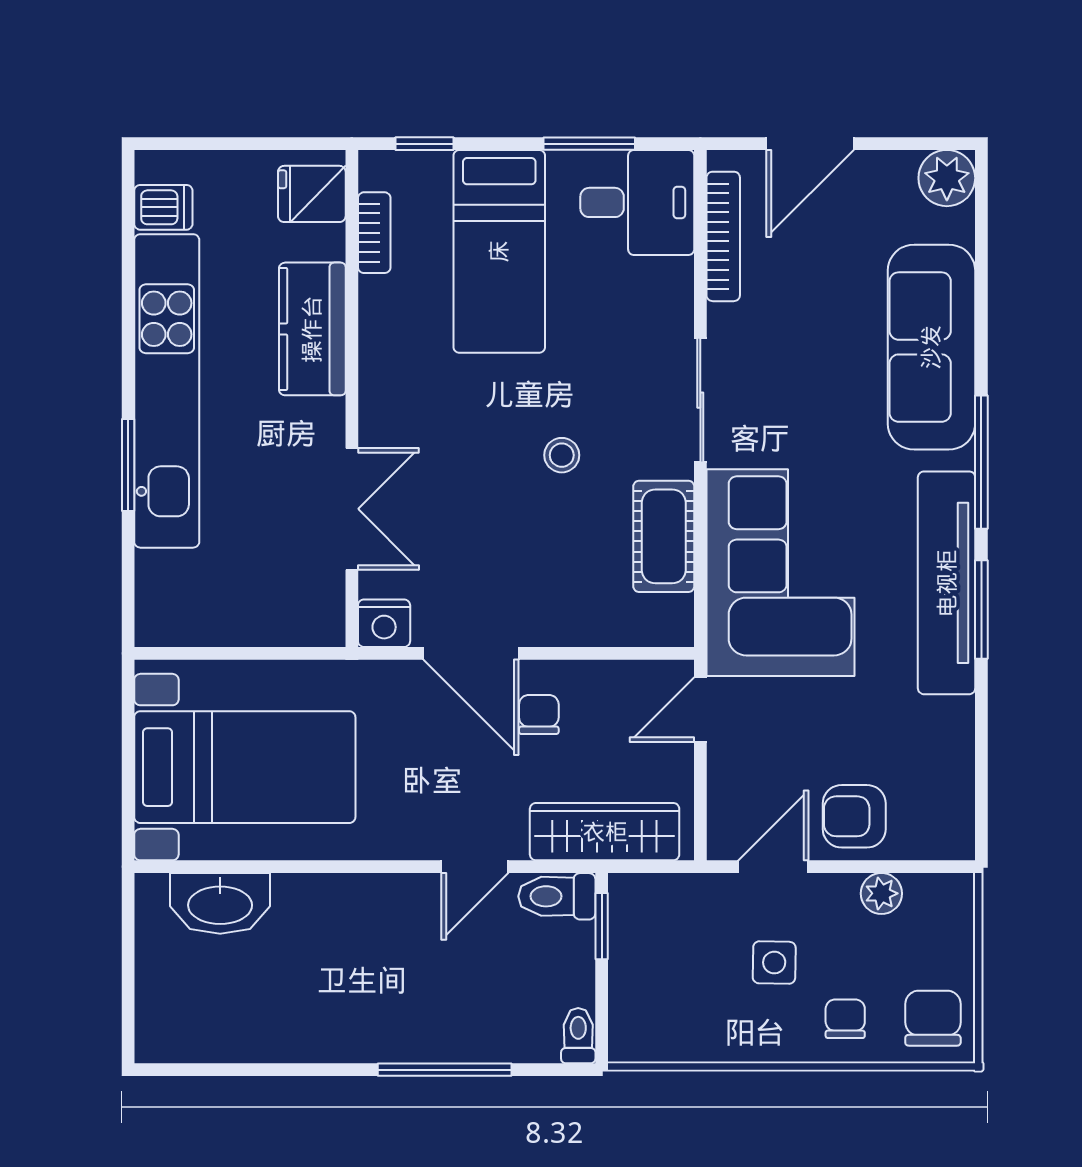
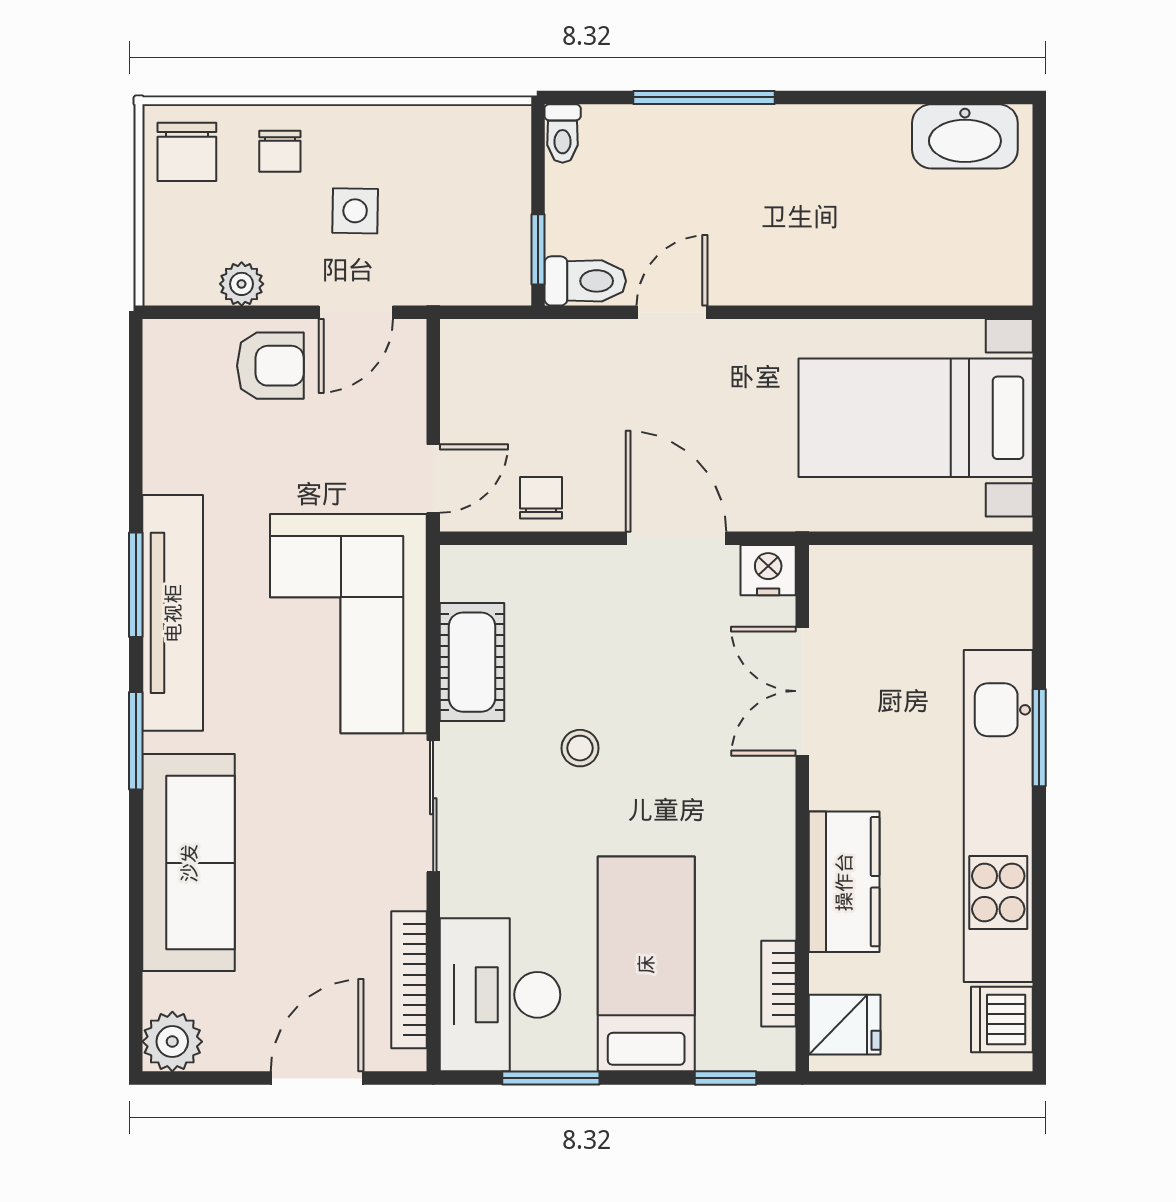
desk: (637, 202) -> (500, 995), width x1.37
dishwasher: (163, 207) -> (1002, 1019), width x1.38
window: (981, 462) -> (136, 741), width x0.69
chair: (539, 714) -> (541, 498), moved, turned 180
wardrobe: (605, 832) -> (535, 349), removed
washbasin: (220, 903) -> (965, 136), moved, turned 180

